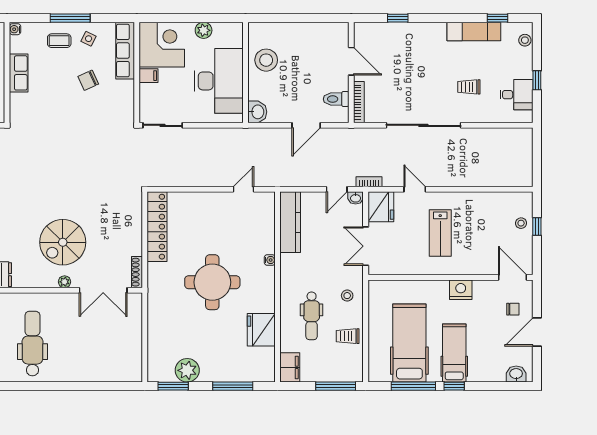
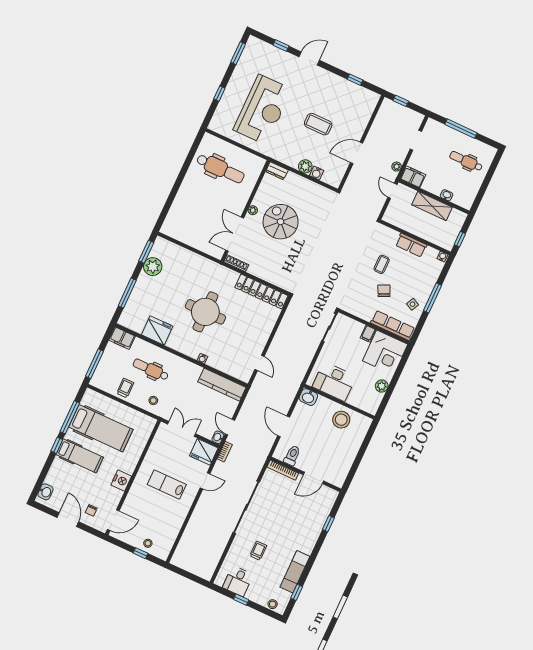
coffee table: (59, 41) -> (382, 264), moved
desk: (219, 81) -> (334, 382), width x0.73, depth x0.77

